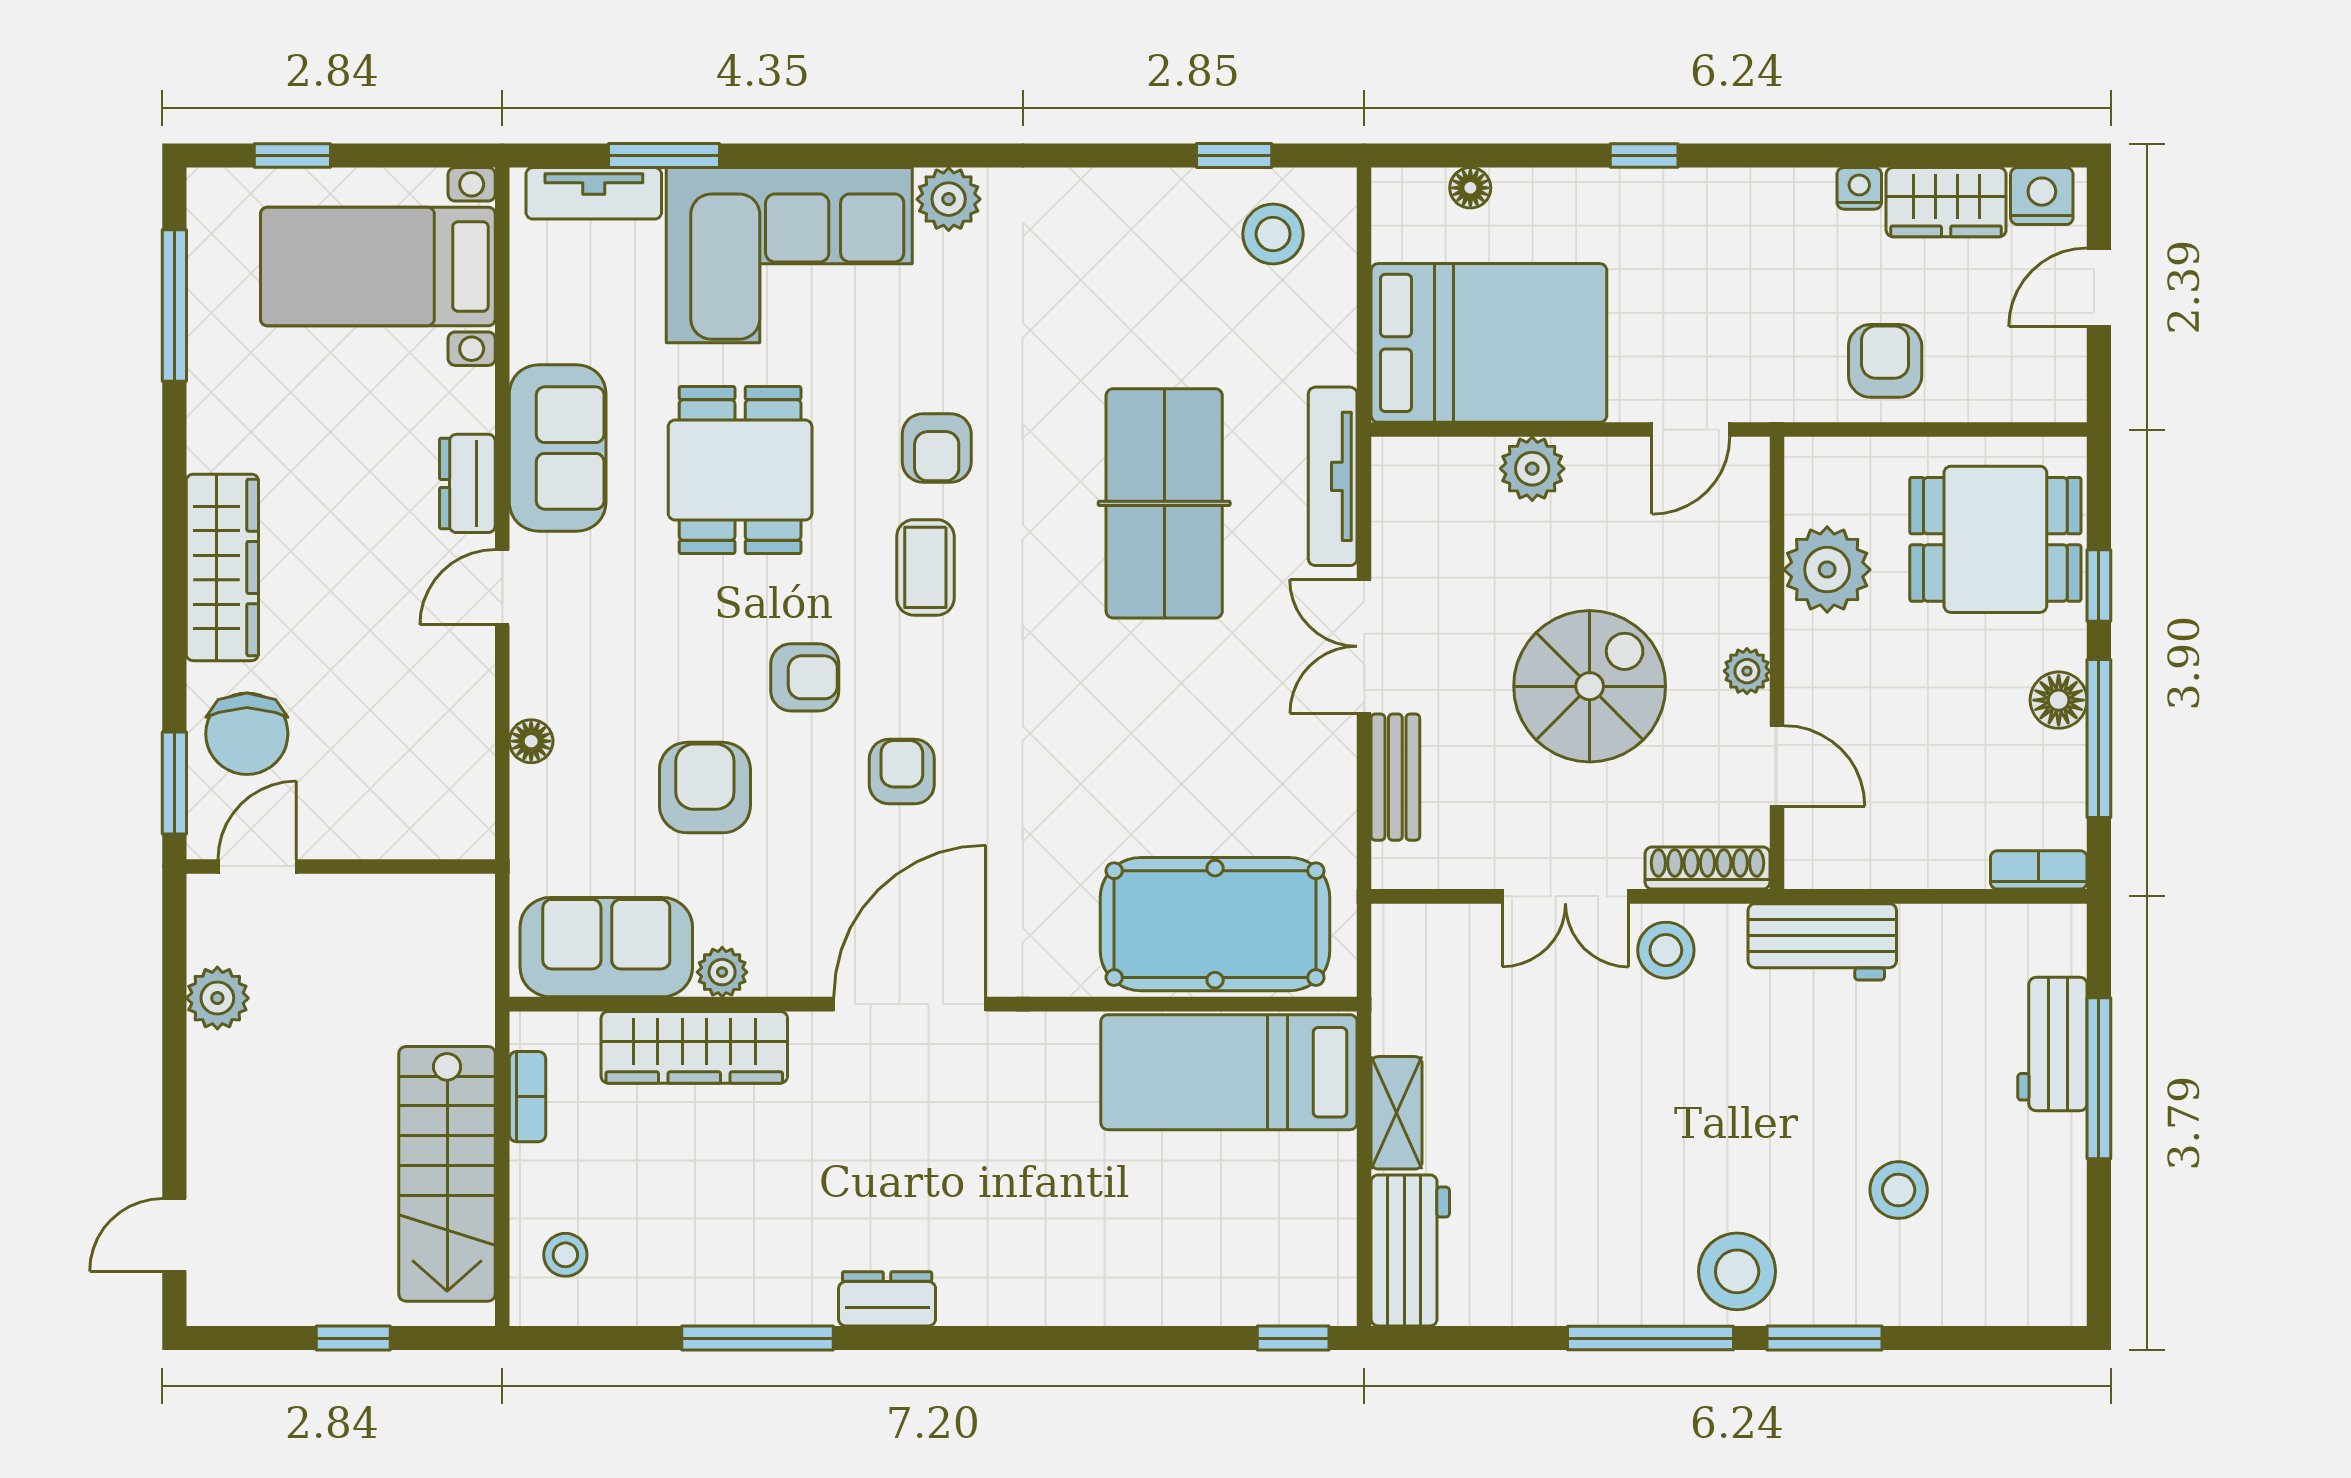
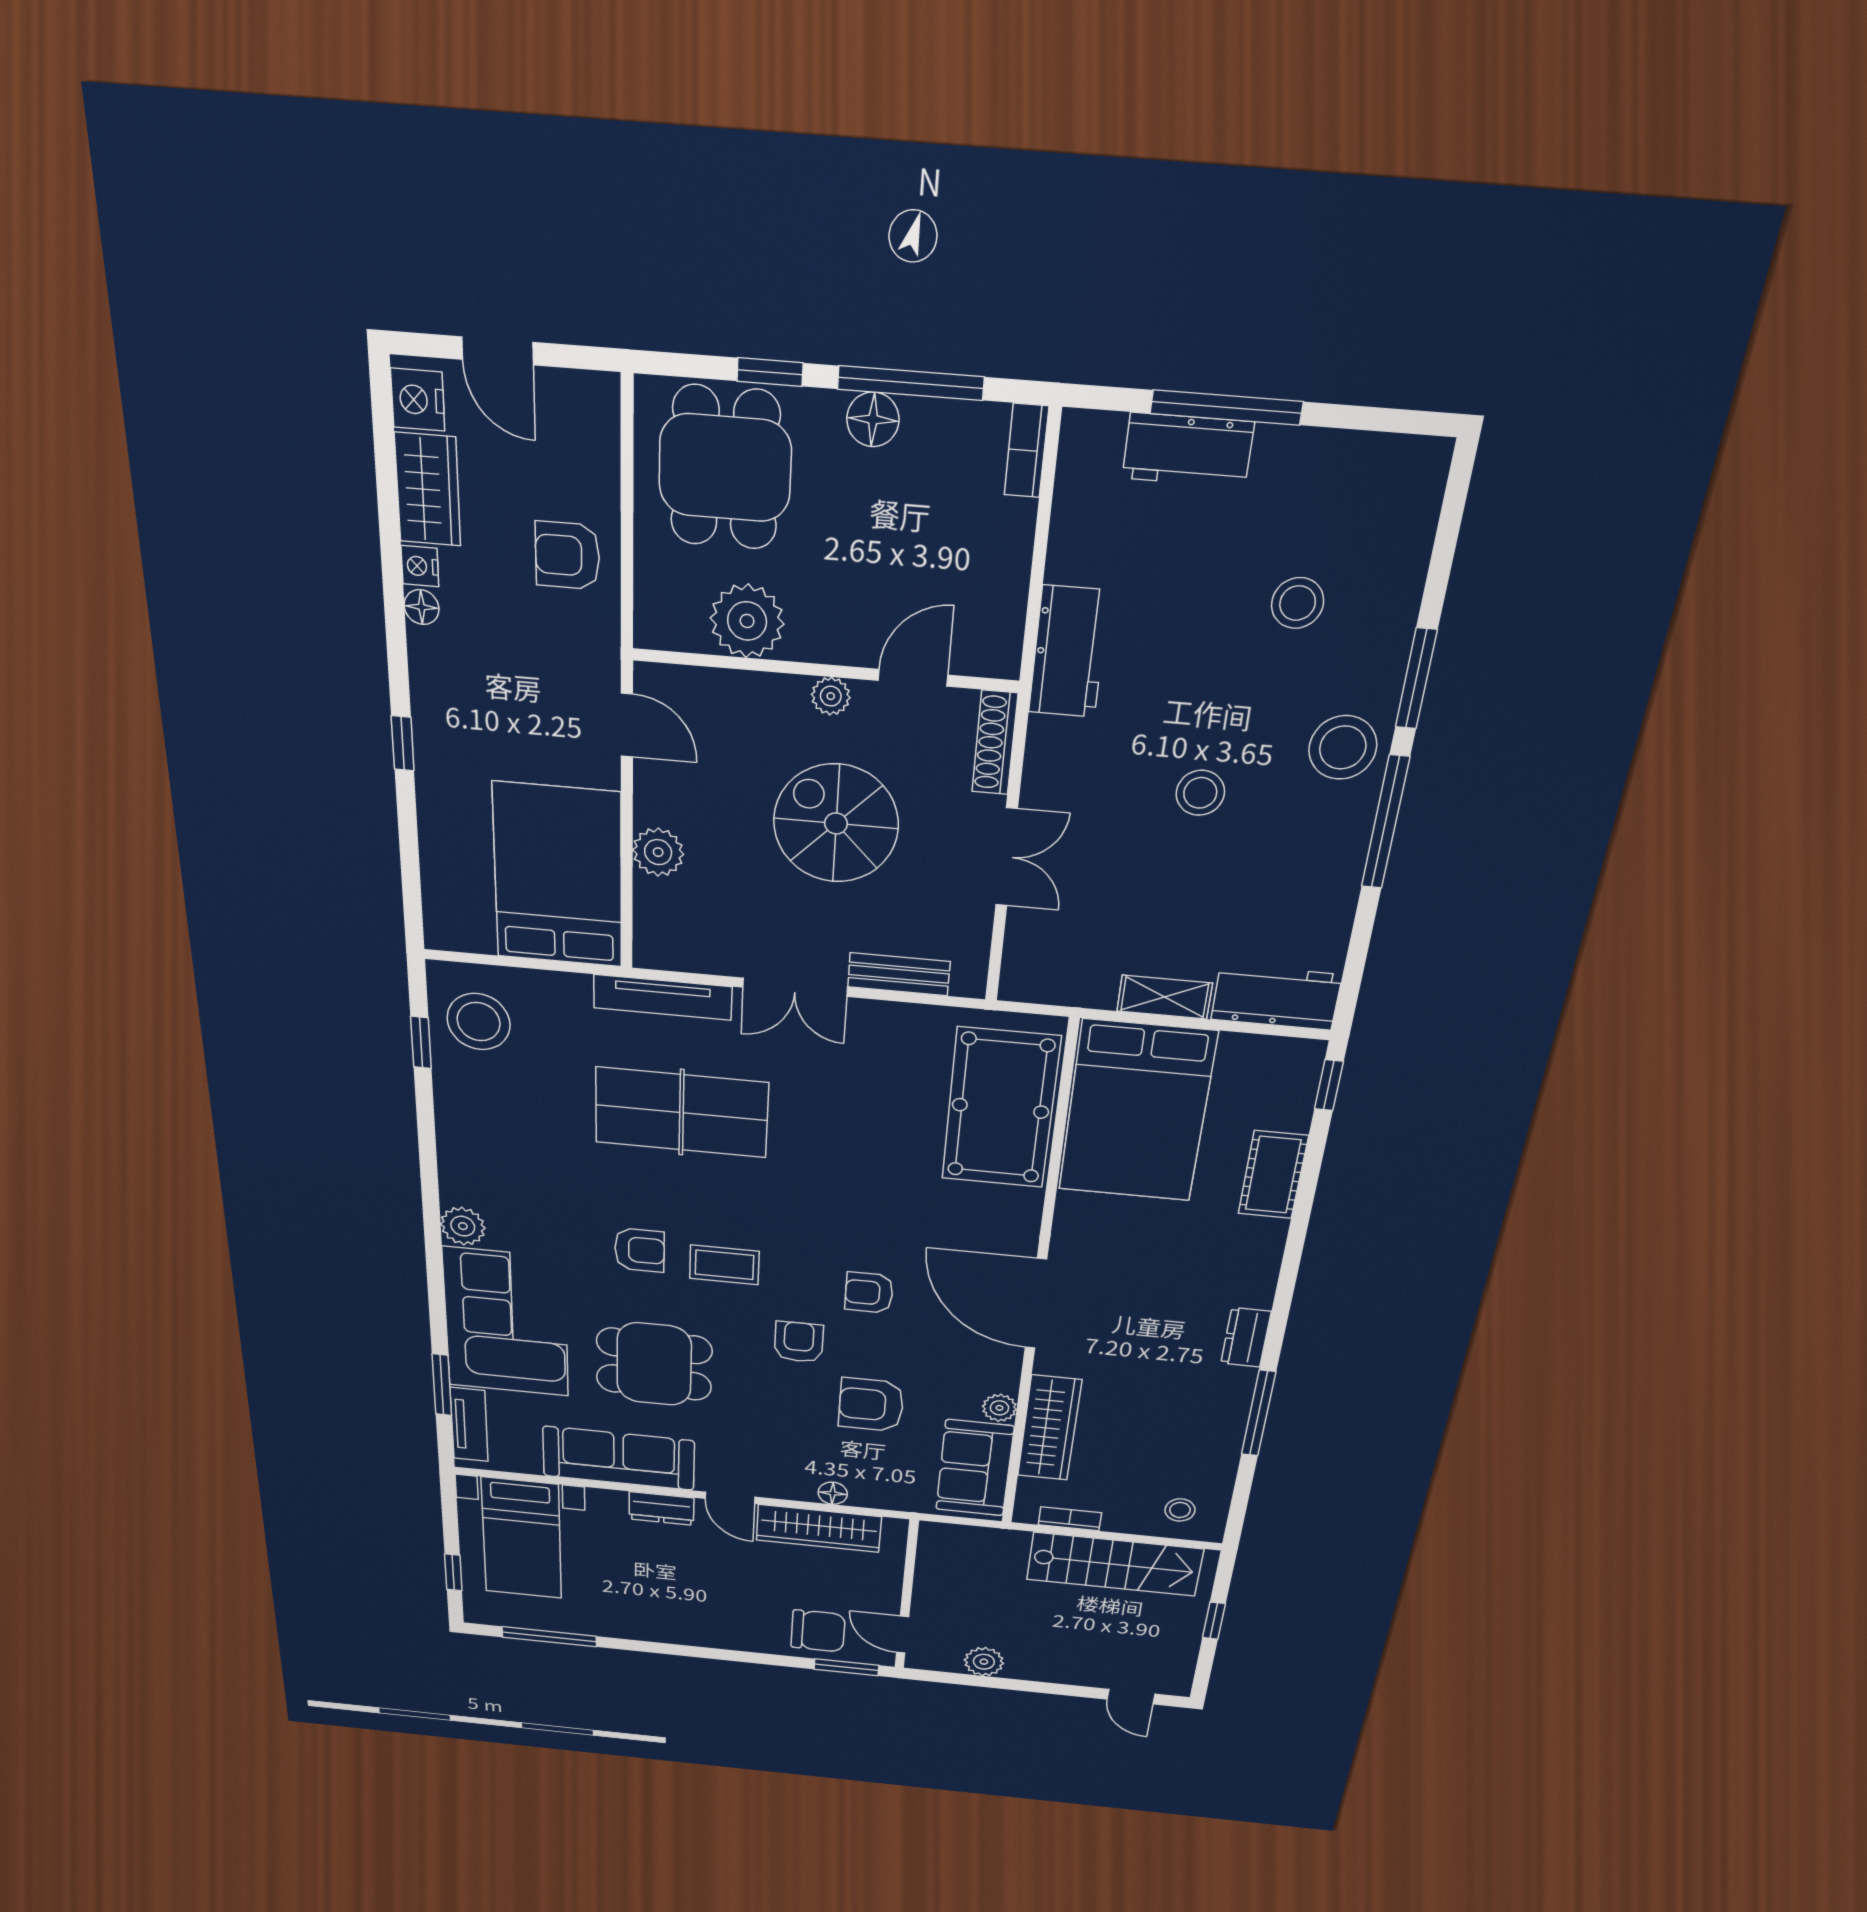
floor lamp: (1470, 188) -> (422, 607), moved
stool: (1273, 234) -> (479, 1022), width x1.38, depth x1.38
sofa: (558, 448) -> (619, 1458), width x1.36
wardrobe: (222, 567) -> (819, 1528), moved, turned 180
stool: (1666, 950) -> (1200, 793), moved
bed: (1229, 1072) -> (1137, 1112), width x1.50
cot: (1152, 1291) -> (1273, 1175), added

